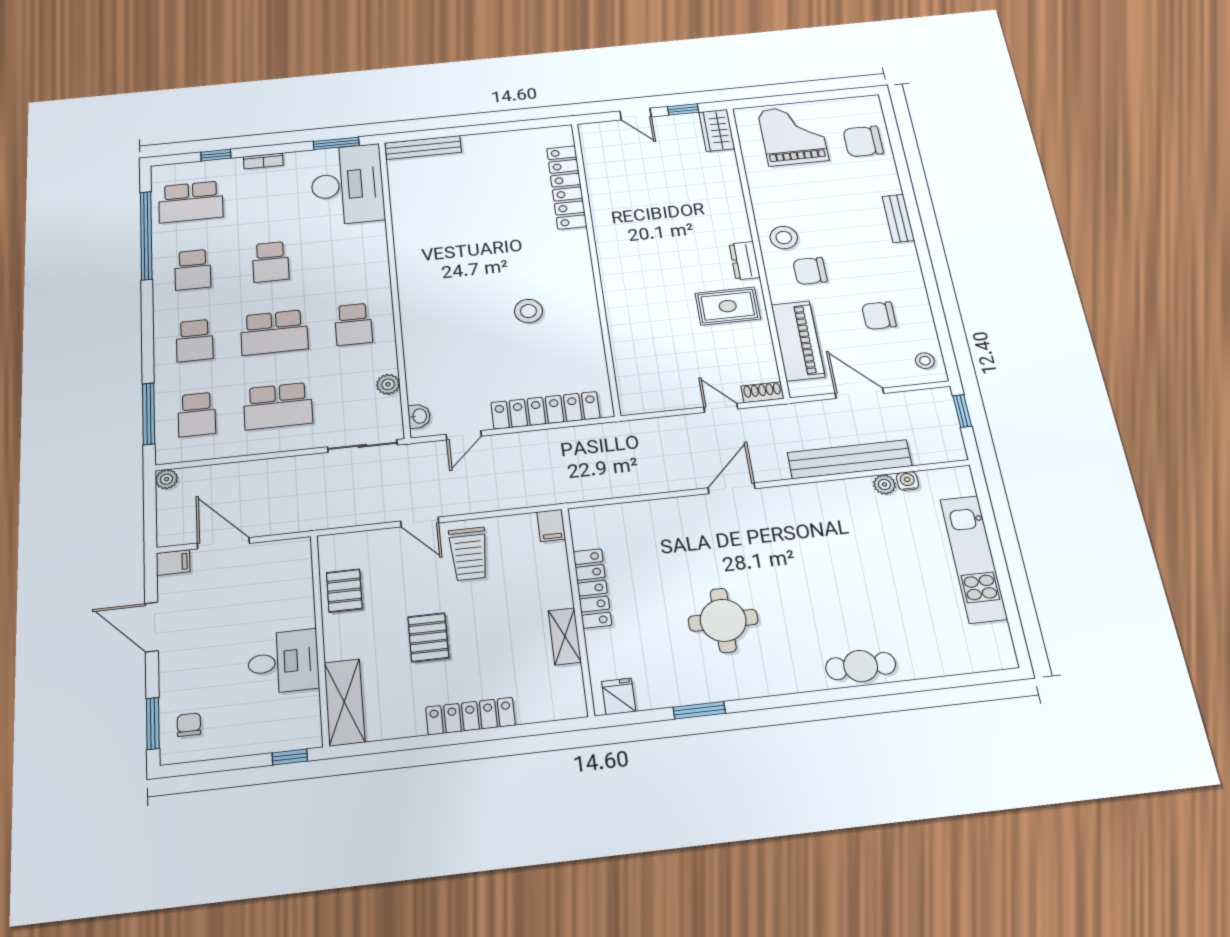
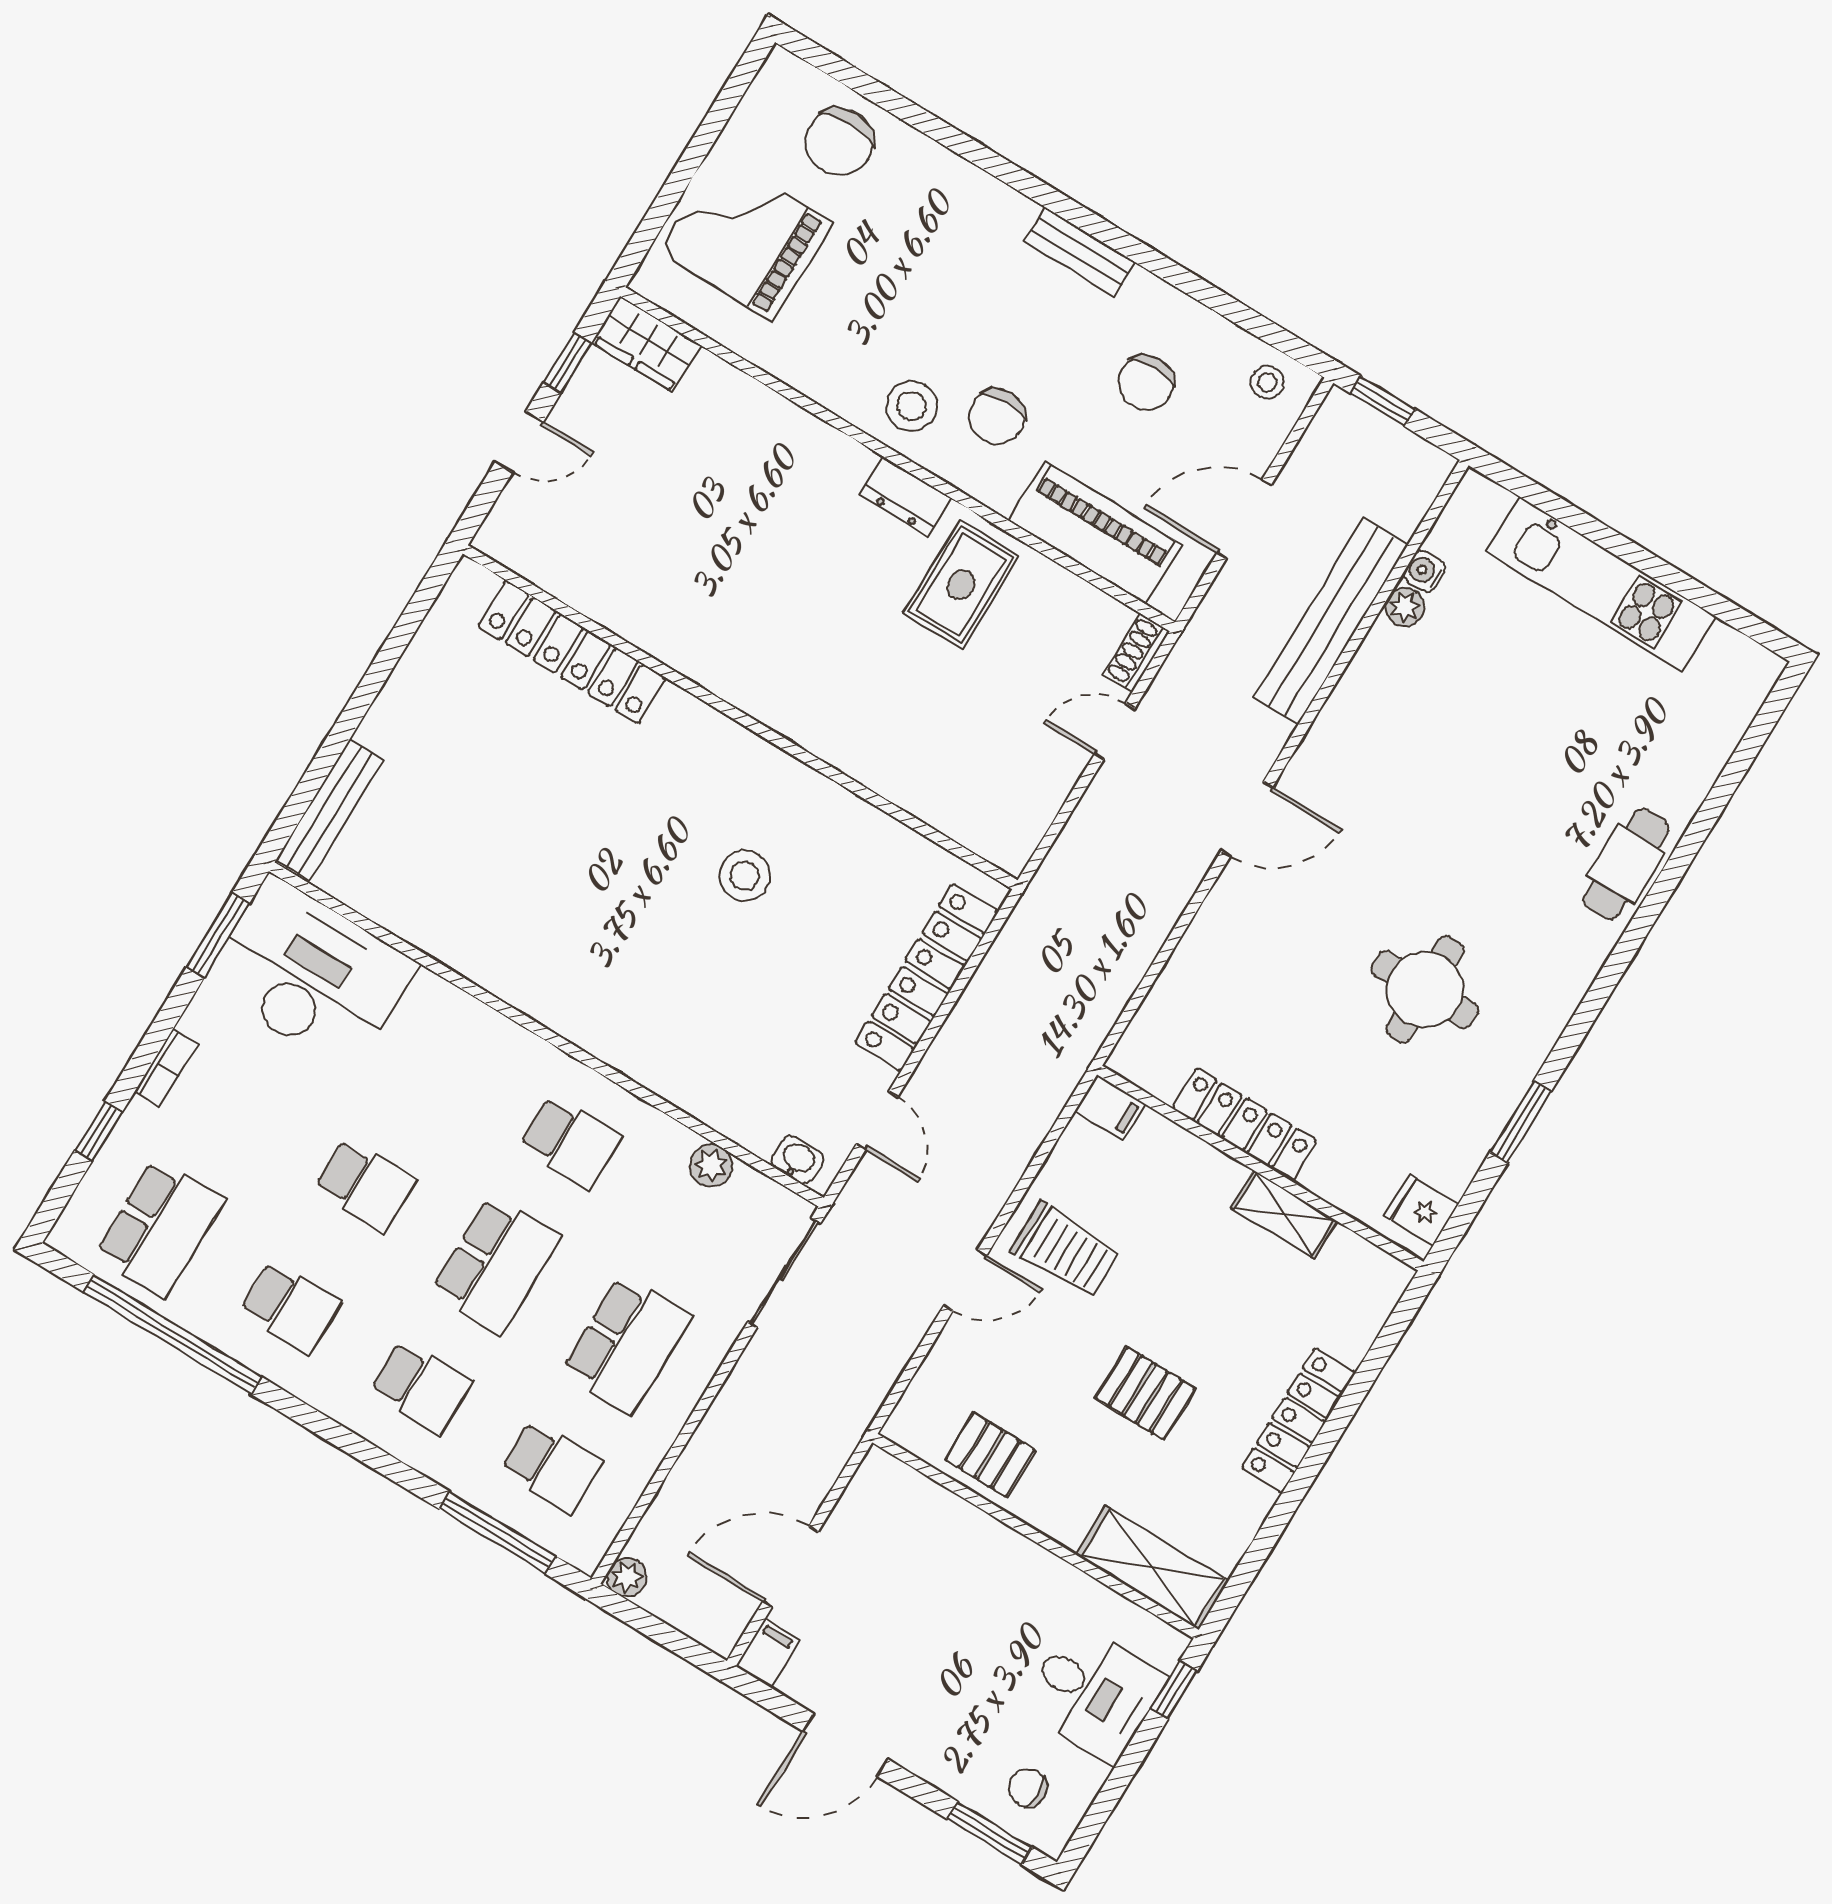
bench: (898, 218) -> (1080, 252), moved
door: (732, 488) -> (1247, 819), swing flipped
desk: (283, 662) -> (1093, 1693), moved, turned 90

